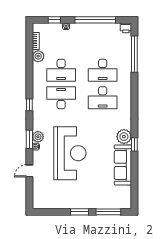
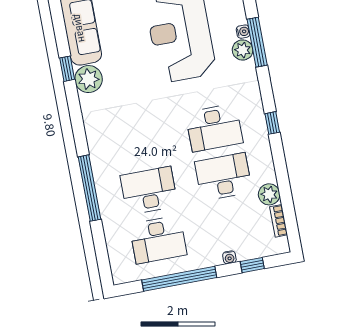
printer: (126, 28) -> (122, 275), removed
window: (134, 54) -> (89, 188), moved
desk: (103, 98) -> (158, 240), moved, turned 180
window: (29, 105) -> (272, 123), moved
window: (29, 139) -> (257, 42), width x1.44

